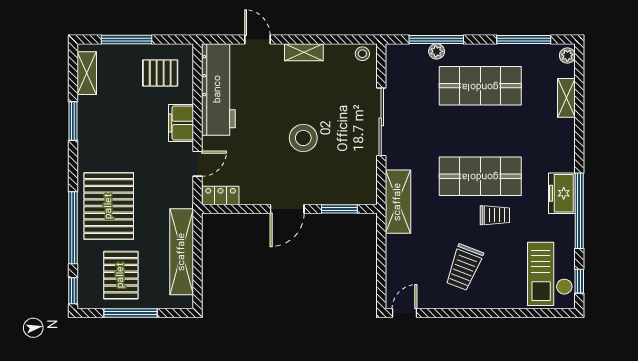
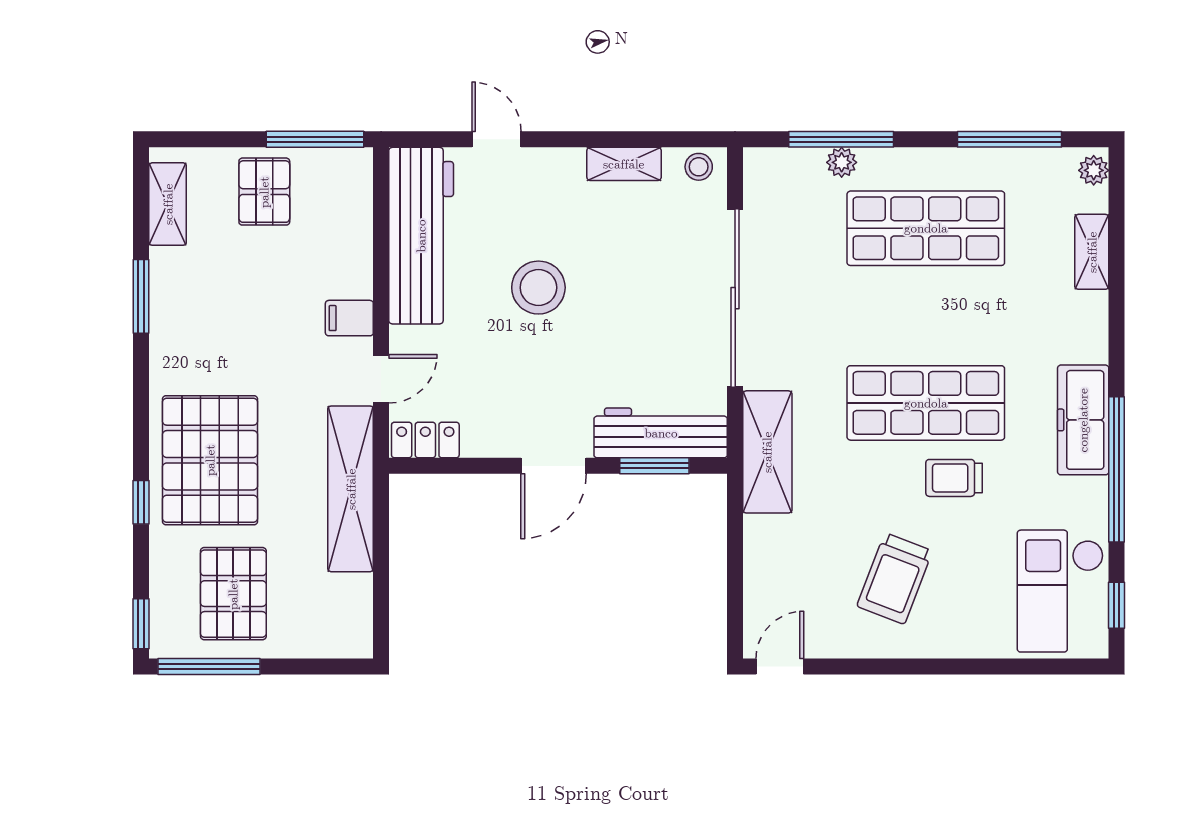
window: (127, 39) -> (315, 139), moved
shelving: (304, 52) -> (624, 164), moved
pallet: (160, 73) -> (264, 192), moved, turned 90
sliding door: (381, 122) -> (735, 298), width x1.36
filing cabinet: (181, 123) -> (349, 318), width x0.50
stool: (303, 138) -> (538, 288), moved
workbench: (343, 192) -> (661, 433), added
freezer: (562, 193) -> (1083, 420), width x1.40
trolley: (495, 215) -> (954, 478), turned 180
window: (73, 228) -> (141, 502), width x0.32
shelving: (182, 252) -> (351, 489), moved
window: (131, 313) -> (209, 666), moved

